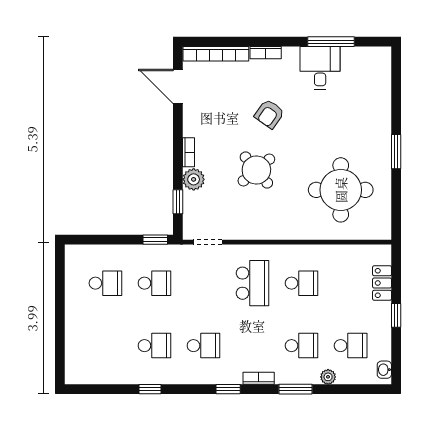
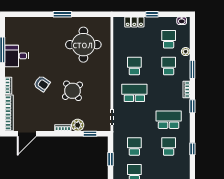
window: (155, 240) -> (111, 159), moved
school desk: (203, 346) -> (169, 120), width x1.85

